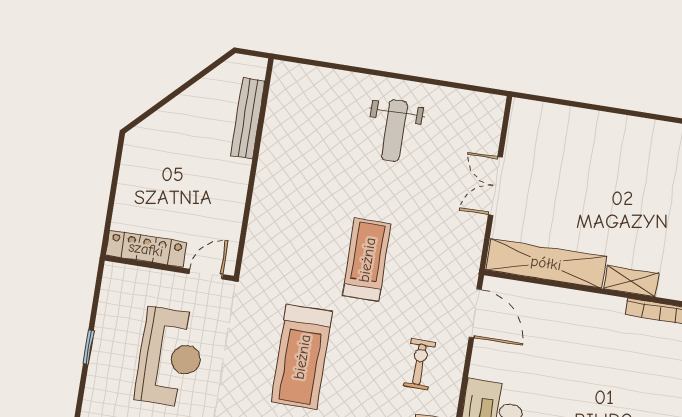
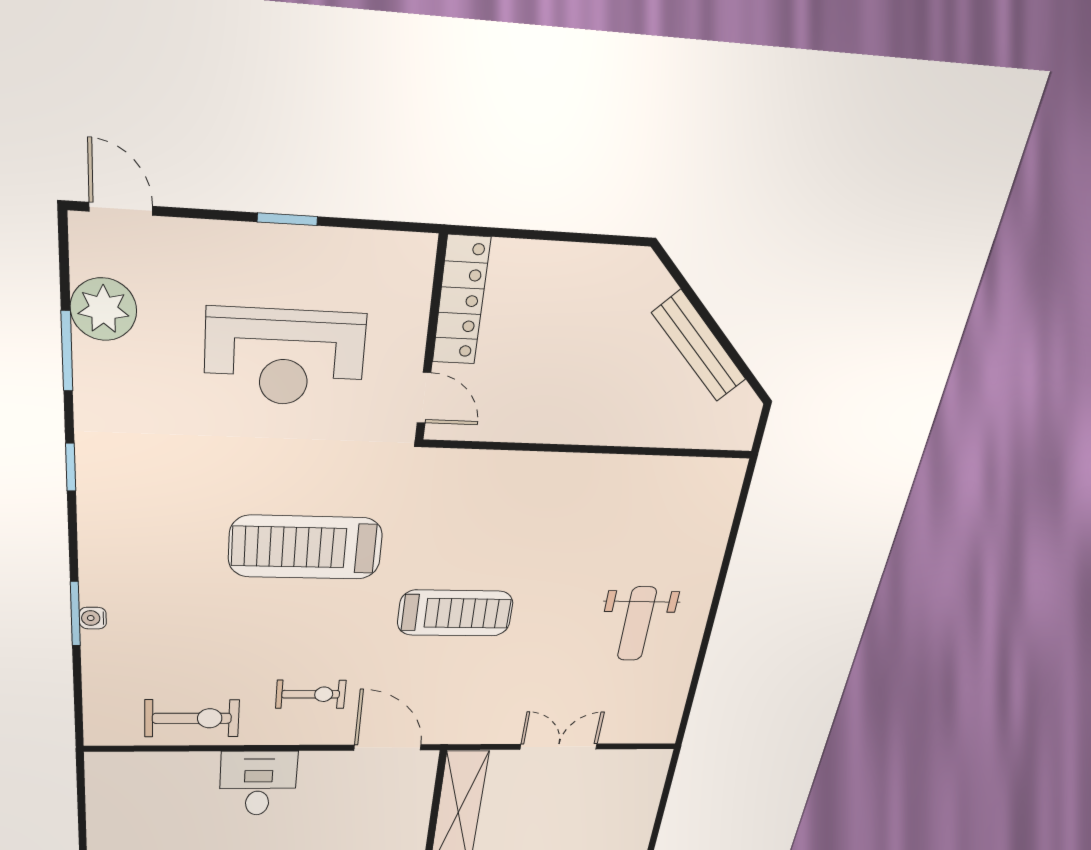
bench: (248, 118) -> (699, 346), moved, turned 45
weight bench: (394, 131) -> (637, 624), turned -90
door: (475, 313) -> (388, 747), swing flipped

